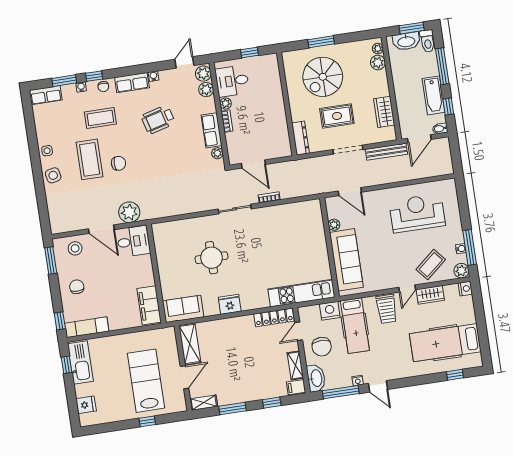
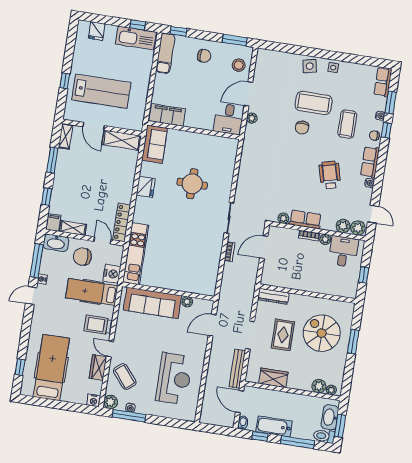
plant: (129, 212) -> (252, 118), width x0.53, depth x0.53

